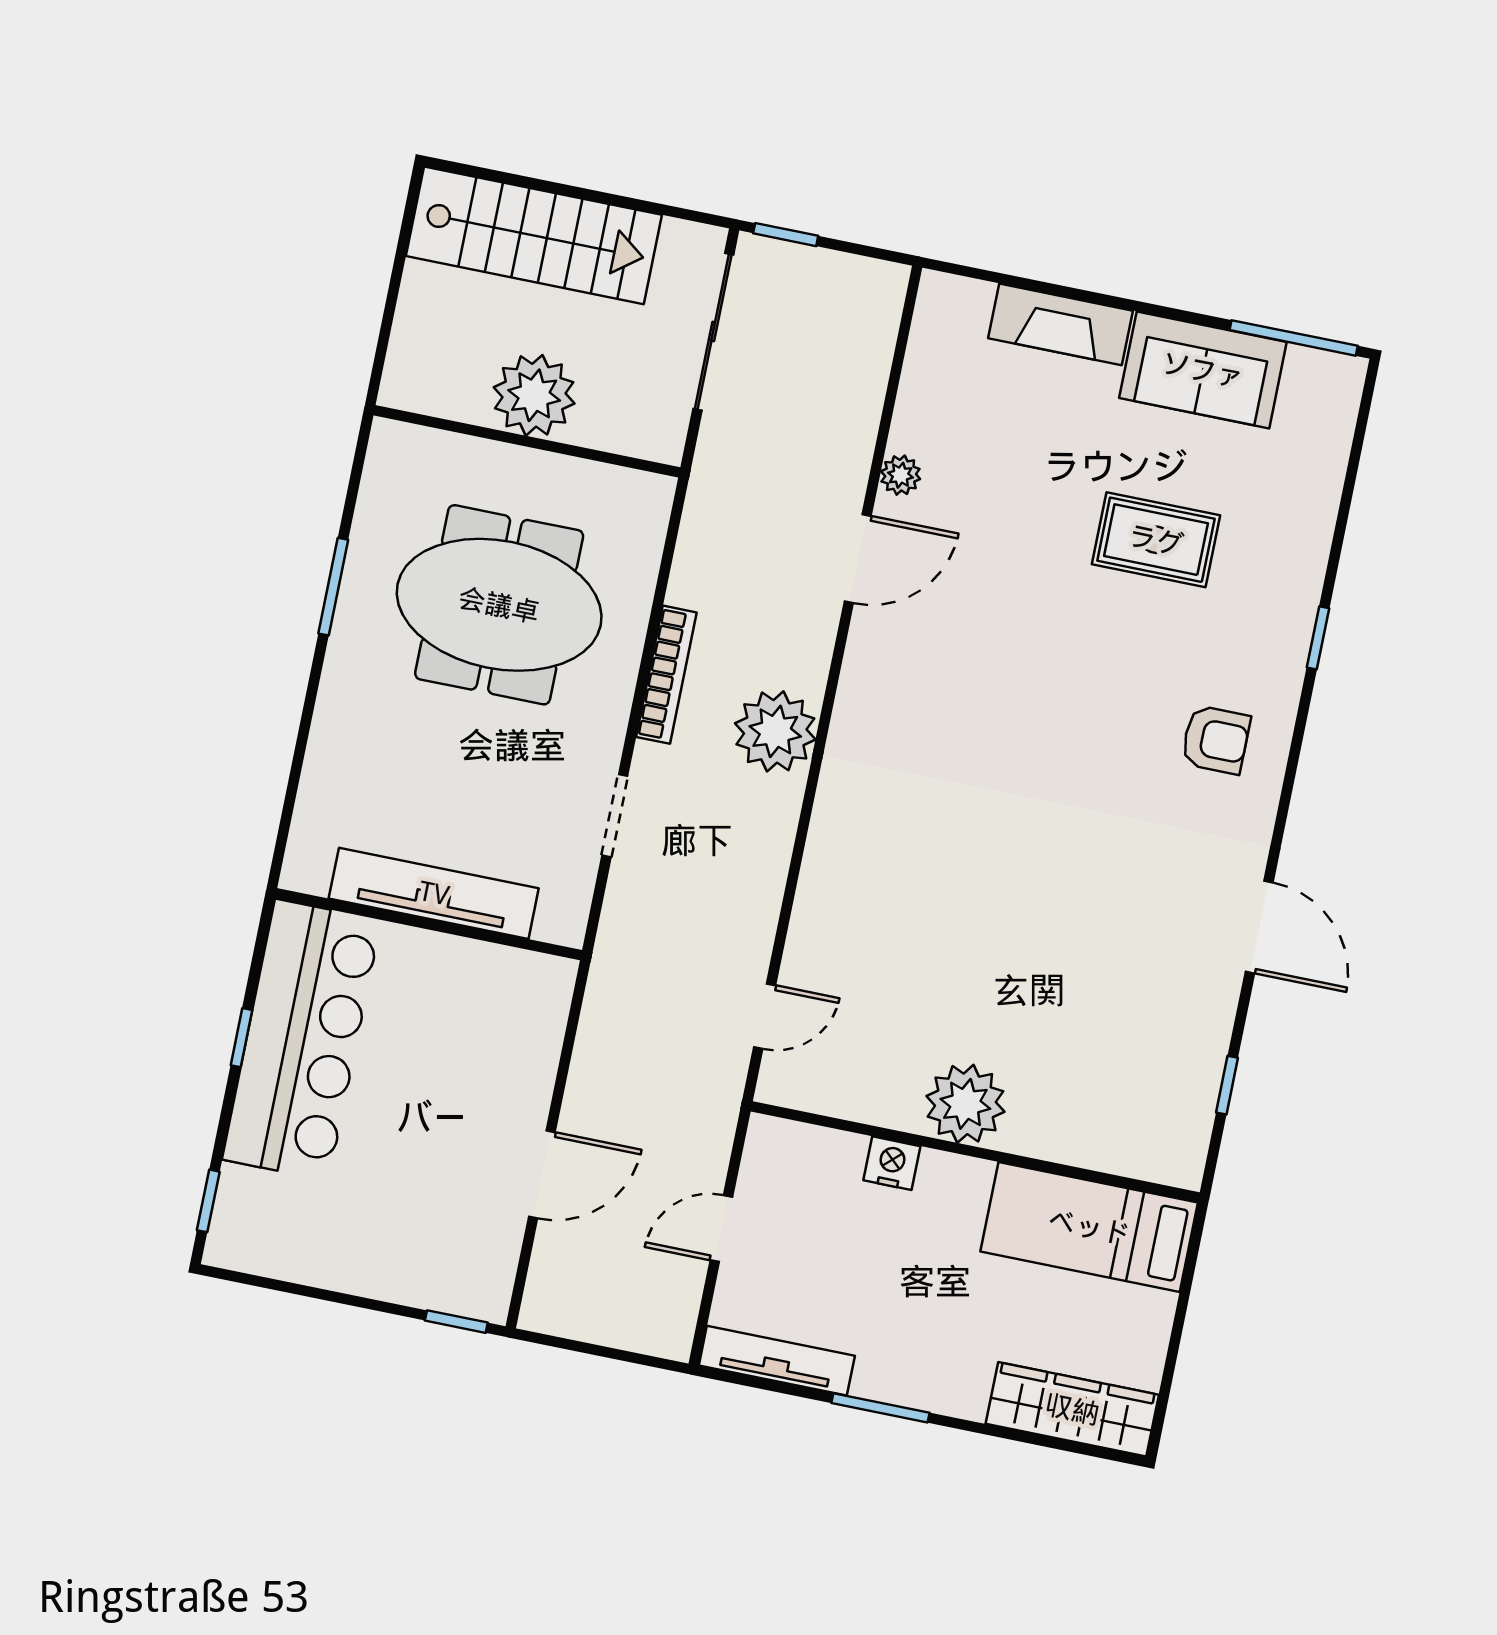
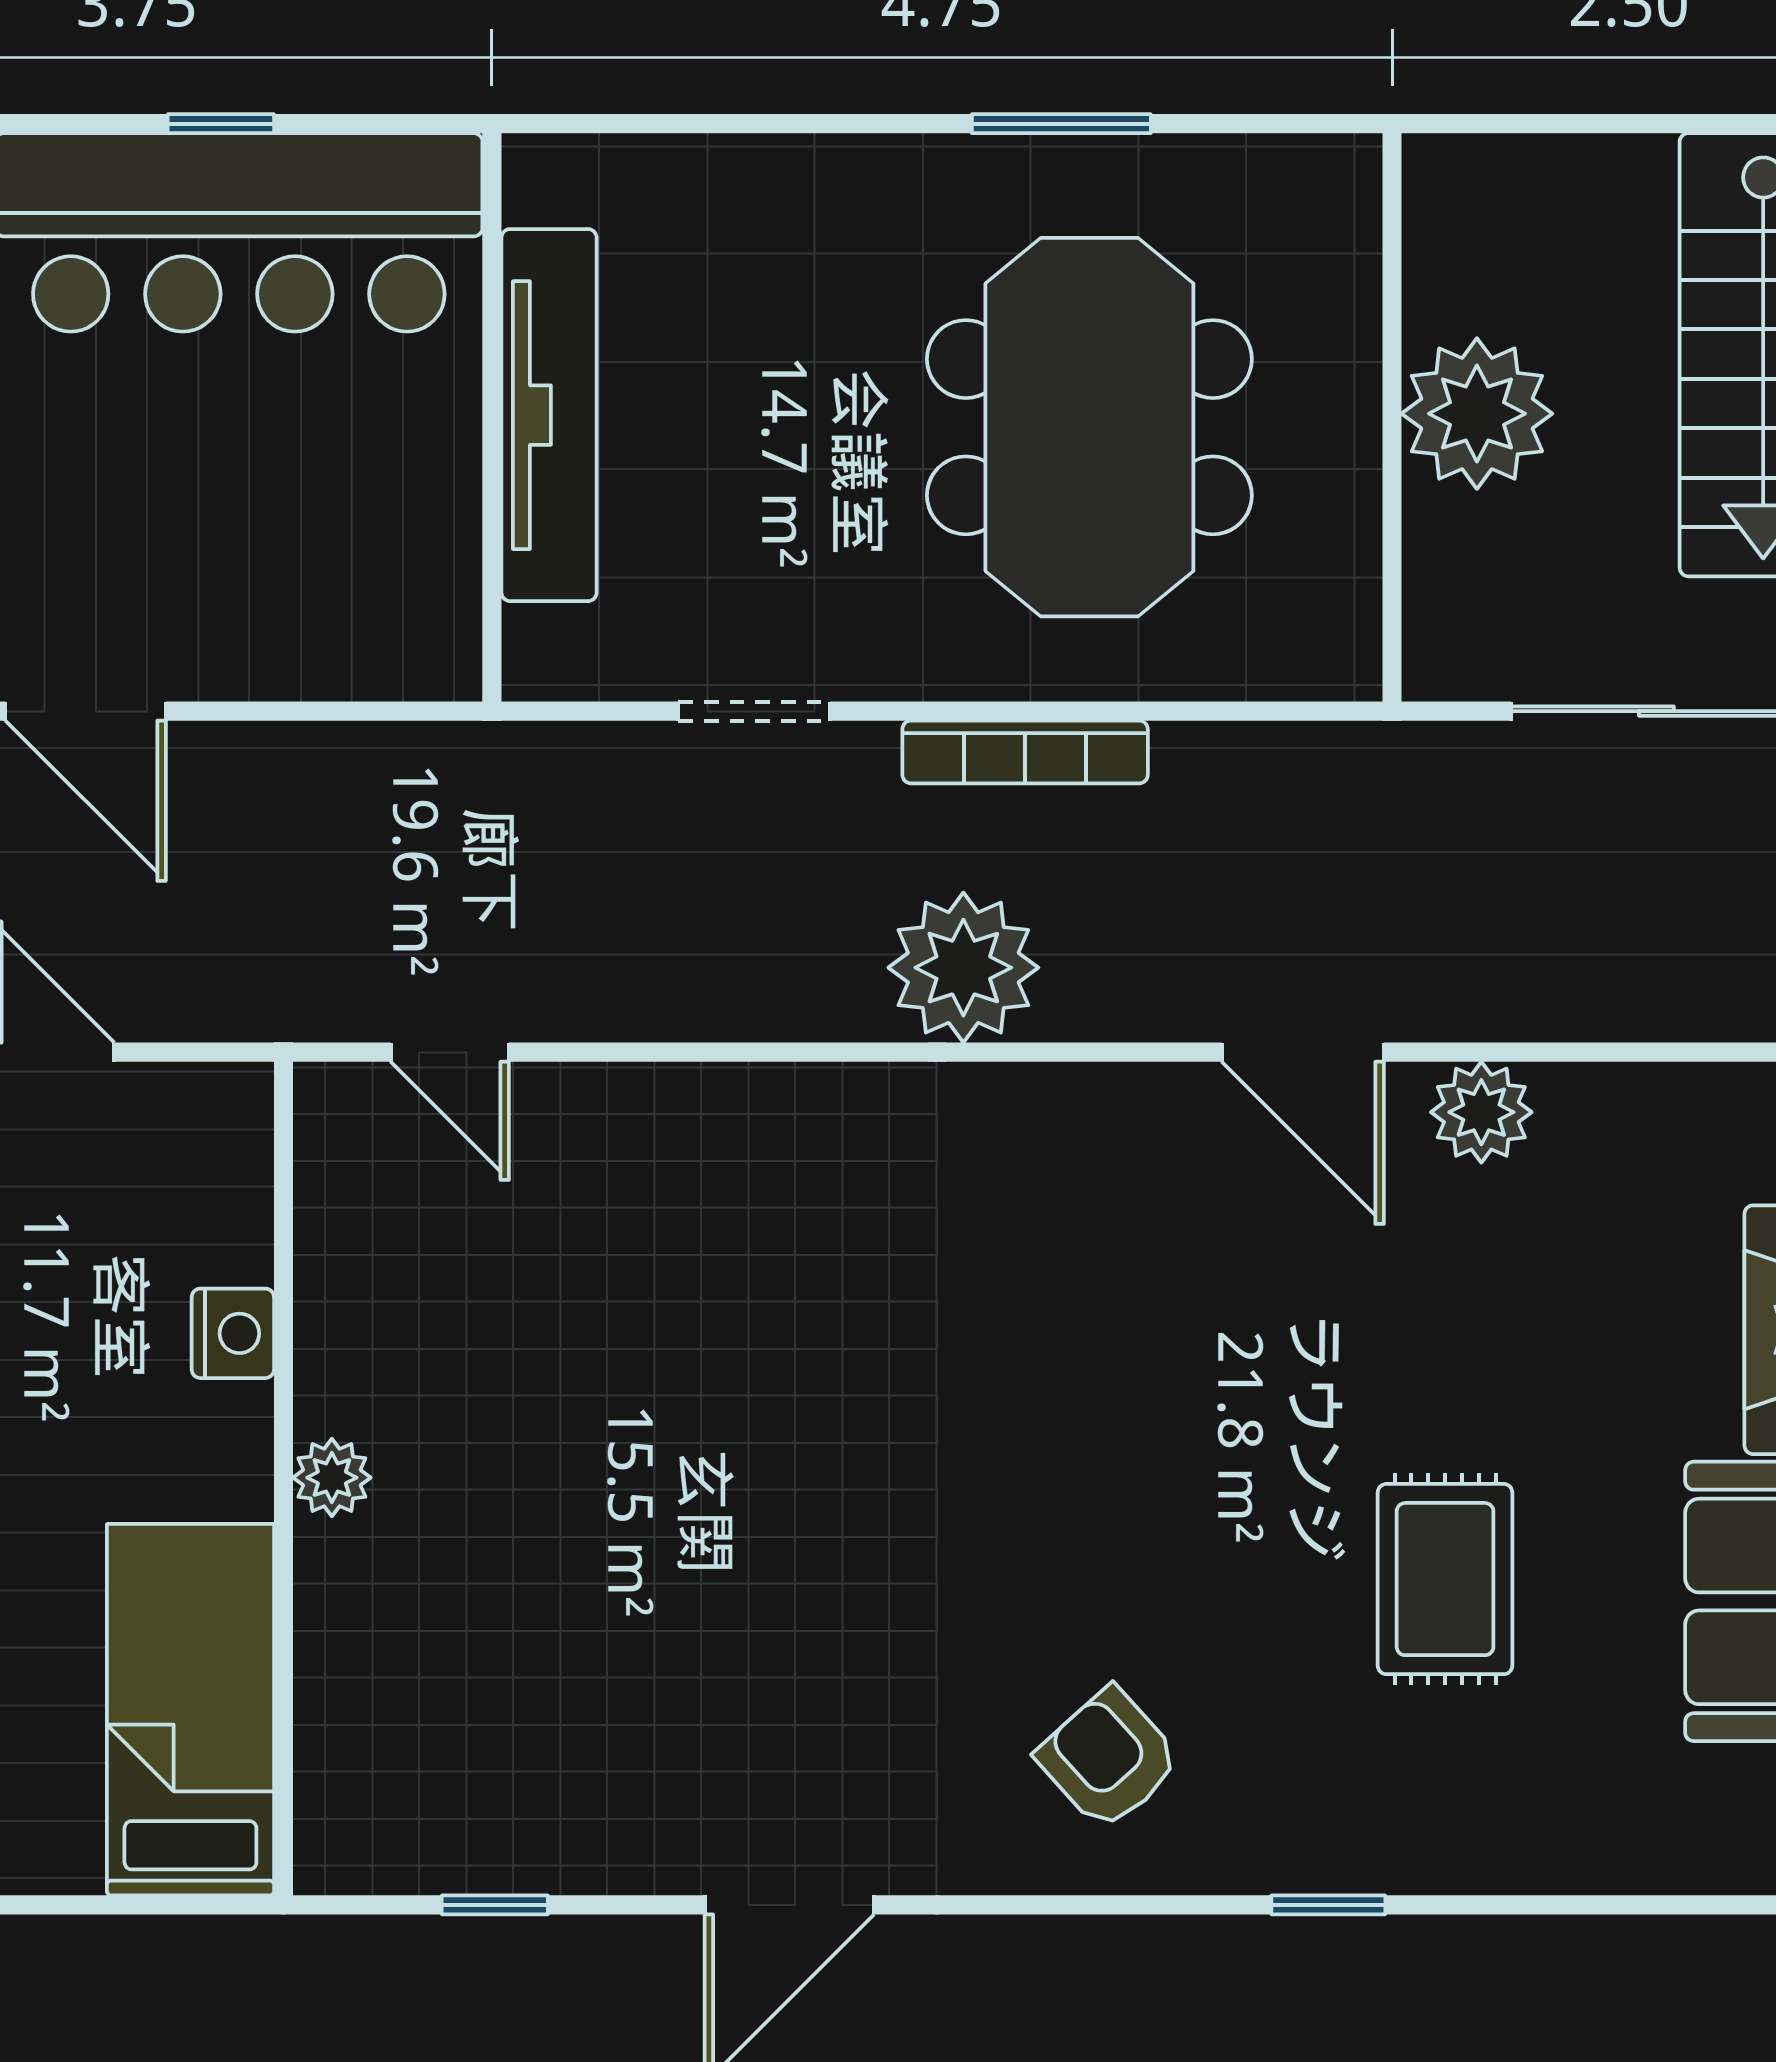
plant: (901, 475) -> (1481, 1112), width x1.38, depth x1.38
armchair: (1216, 740) -> (1109, 1759), turned 138
plant: (965, 1104) -> (332, 1478), width x0.53, depth x0.53

